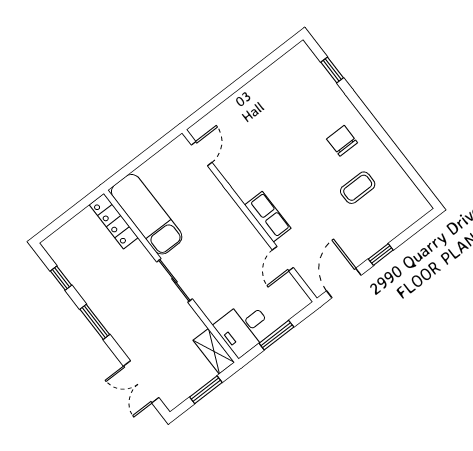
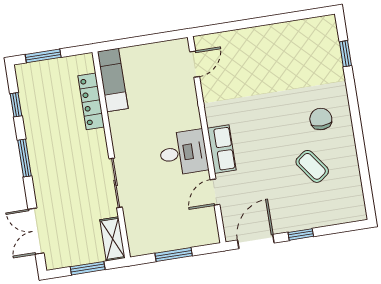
coffee table: (358, 188) -> (312, 166), turned 54
exam couch: (147, 214) -> (113, 80), width x0.73, depth x0.69
window: (61, 221) -> (43, 56), added
locker: (114, 221) -> (91, 101), moved
sliding door: (174, 280) -> (116, 183), moved
desk: (244, 328) -> (183, 153), moved, turned 180

